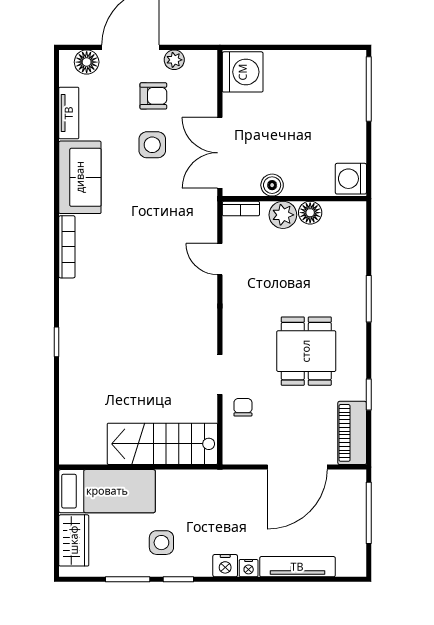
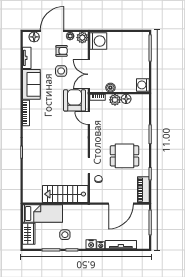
plant: (204, 64) -> (82, 38), added
armchair: (185, 216) -> (75, 100), added
dining table: (306, 351) -> (125, 156), turned 90

